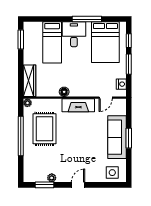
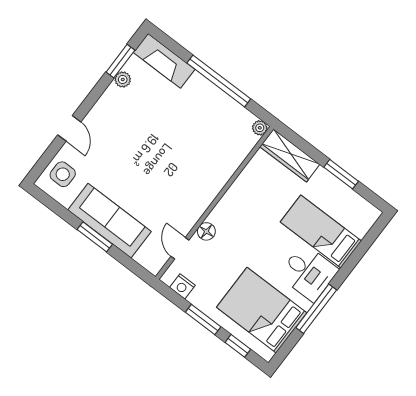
window: (21, 40) -> (341, 174), moved
floor lamp: (64, 92) -> (206, 231), moved
fireplace: (78, 105) -> (164, 61), moved, turned -90
rug: (45, 129) -> (203, 124), removed
door: (78, 185) -> (69, 128), moved

